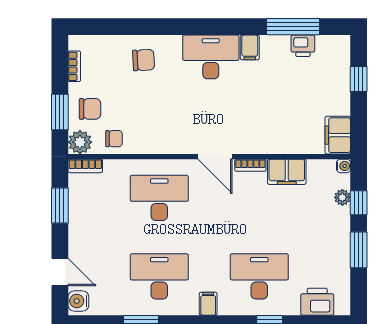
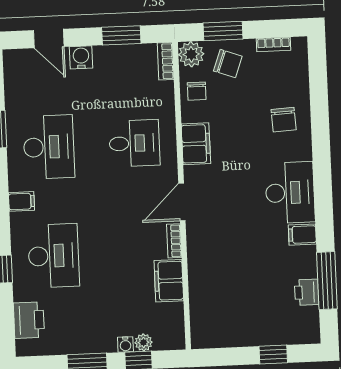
chair: (90, 109) -> (228, 64), turned -70
filing cabinet: (338, 135) -> (196, 144), moved, turned 90
water cooler: (343, 166) -> (125, 344), moved
desk: (159, 198) -> (134, 143), width x0.73
door: (60, 272) -> (49, 39), hinge flipped
water cooler: (78, 301) -> (81, 57), moved

